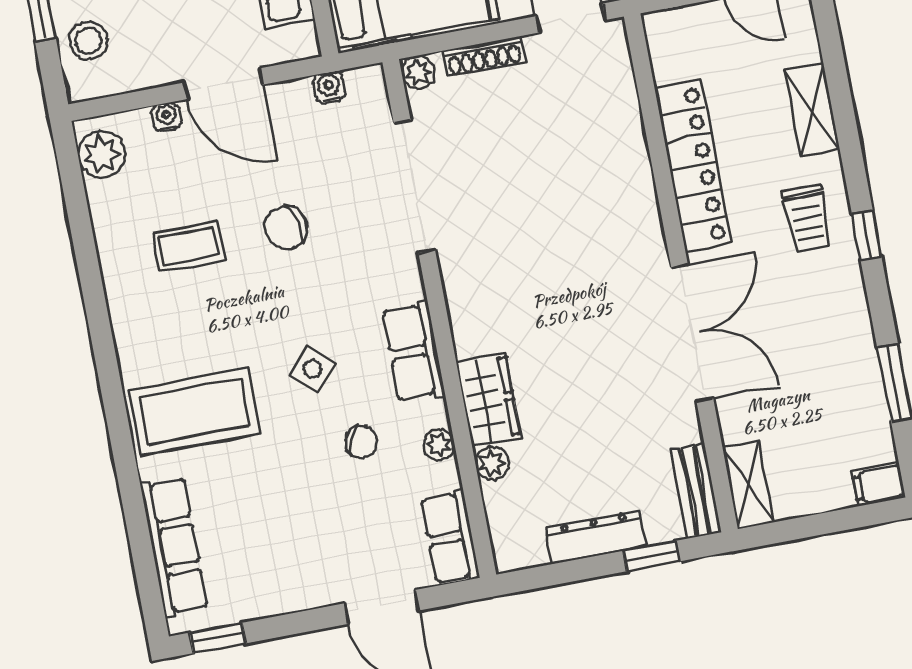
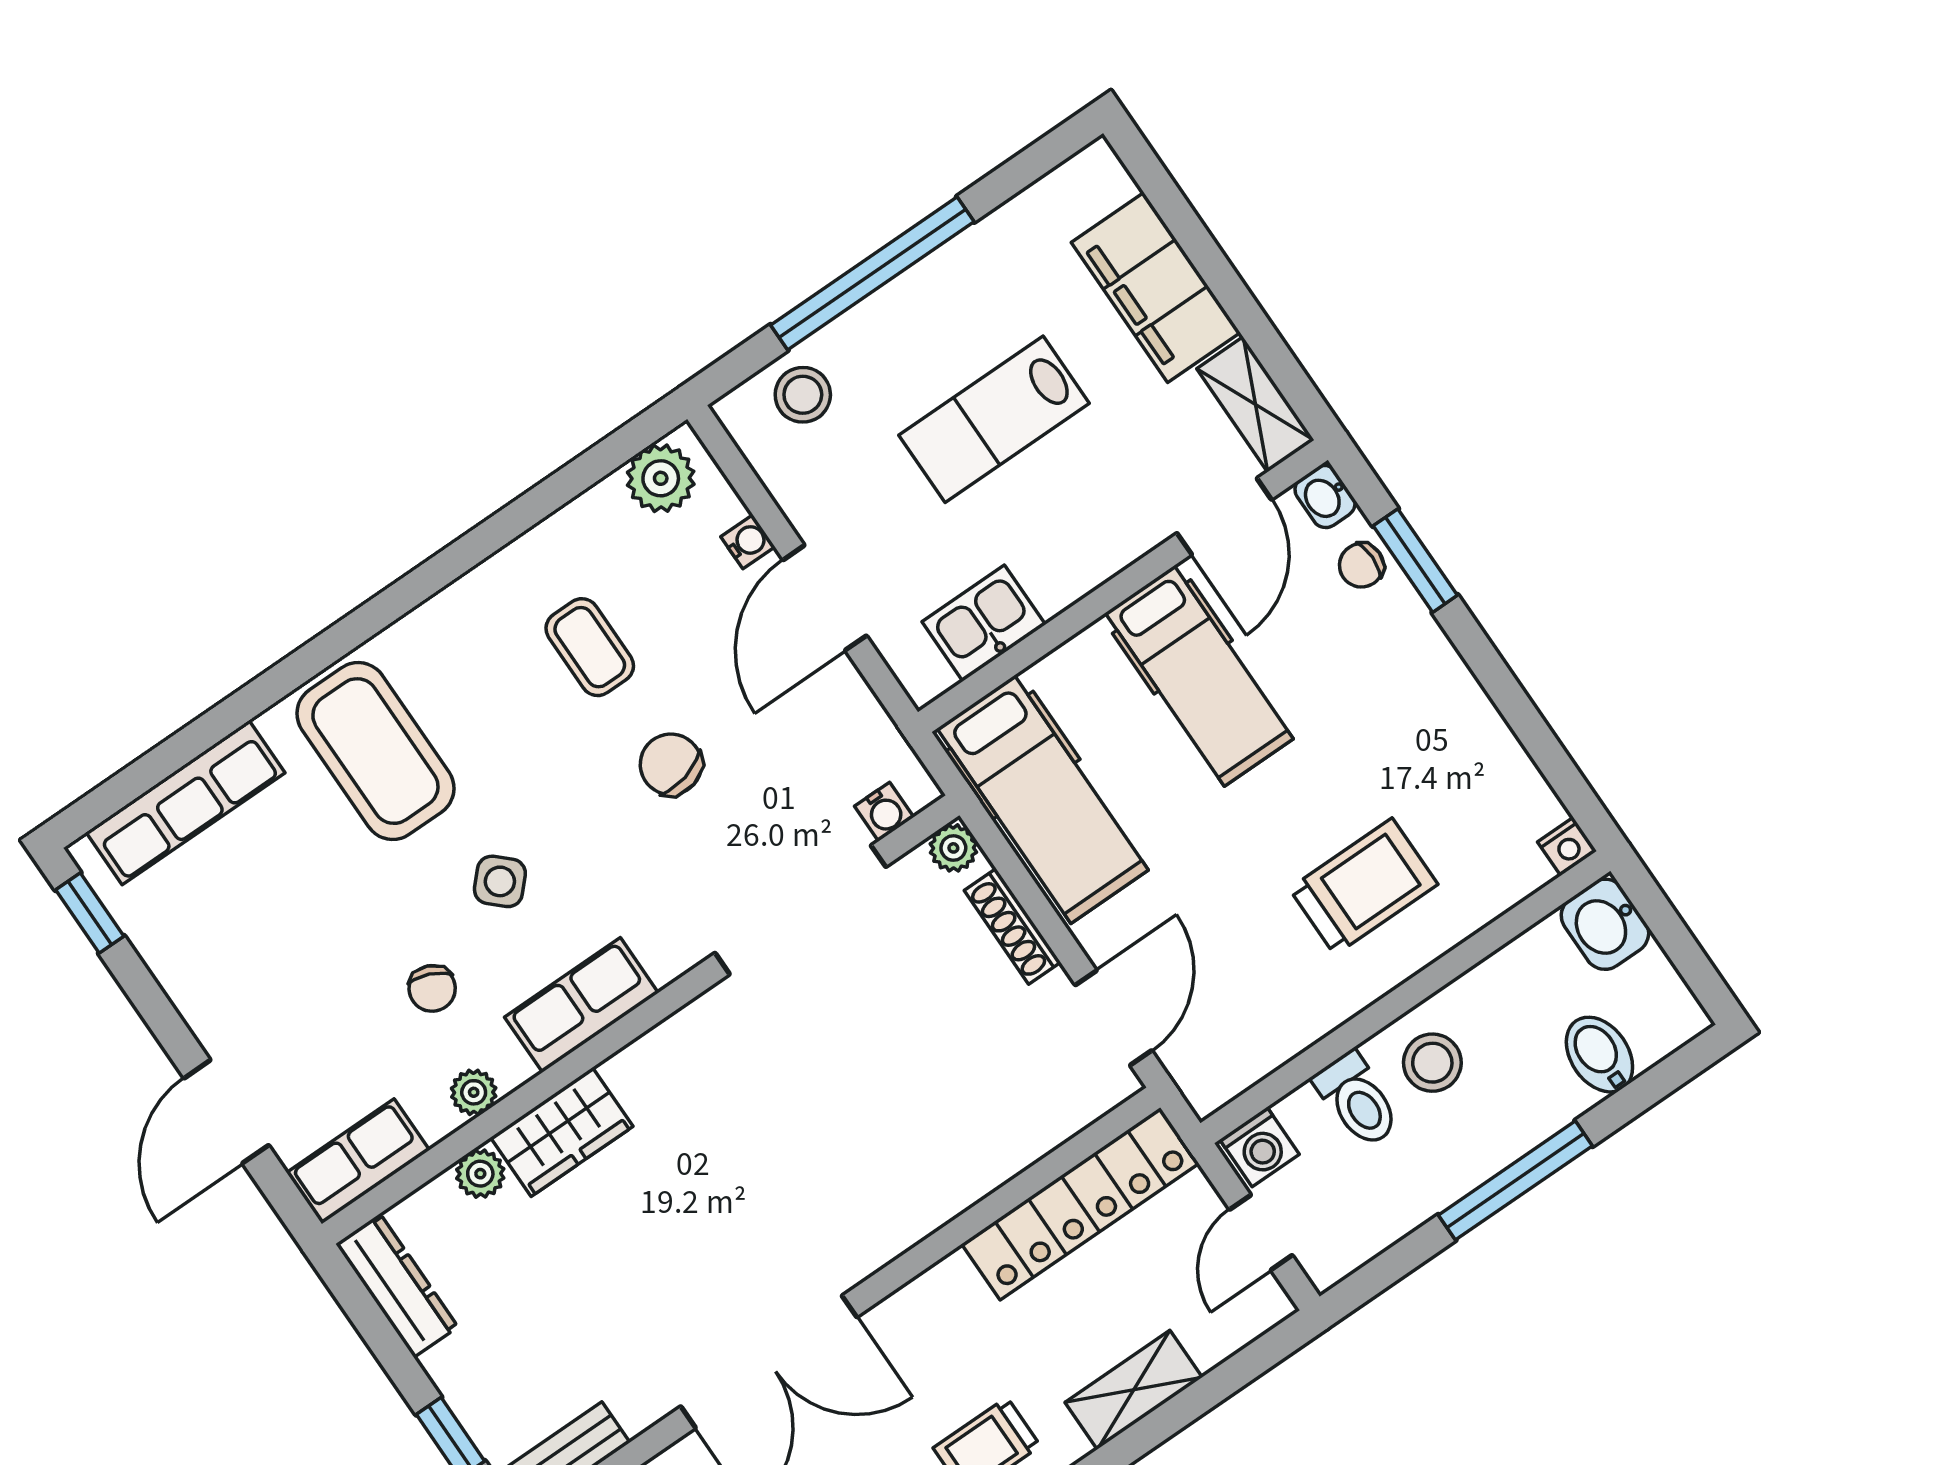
water cooler: (329, 87) -> (884, 812), moved, turned 90
locker: (693, 166) -> (1080, 1204), moved
dresser: (596, 537) -> (397, 1286), moved

